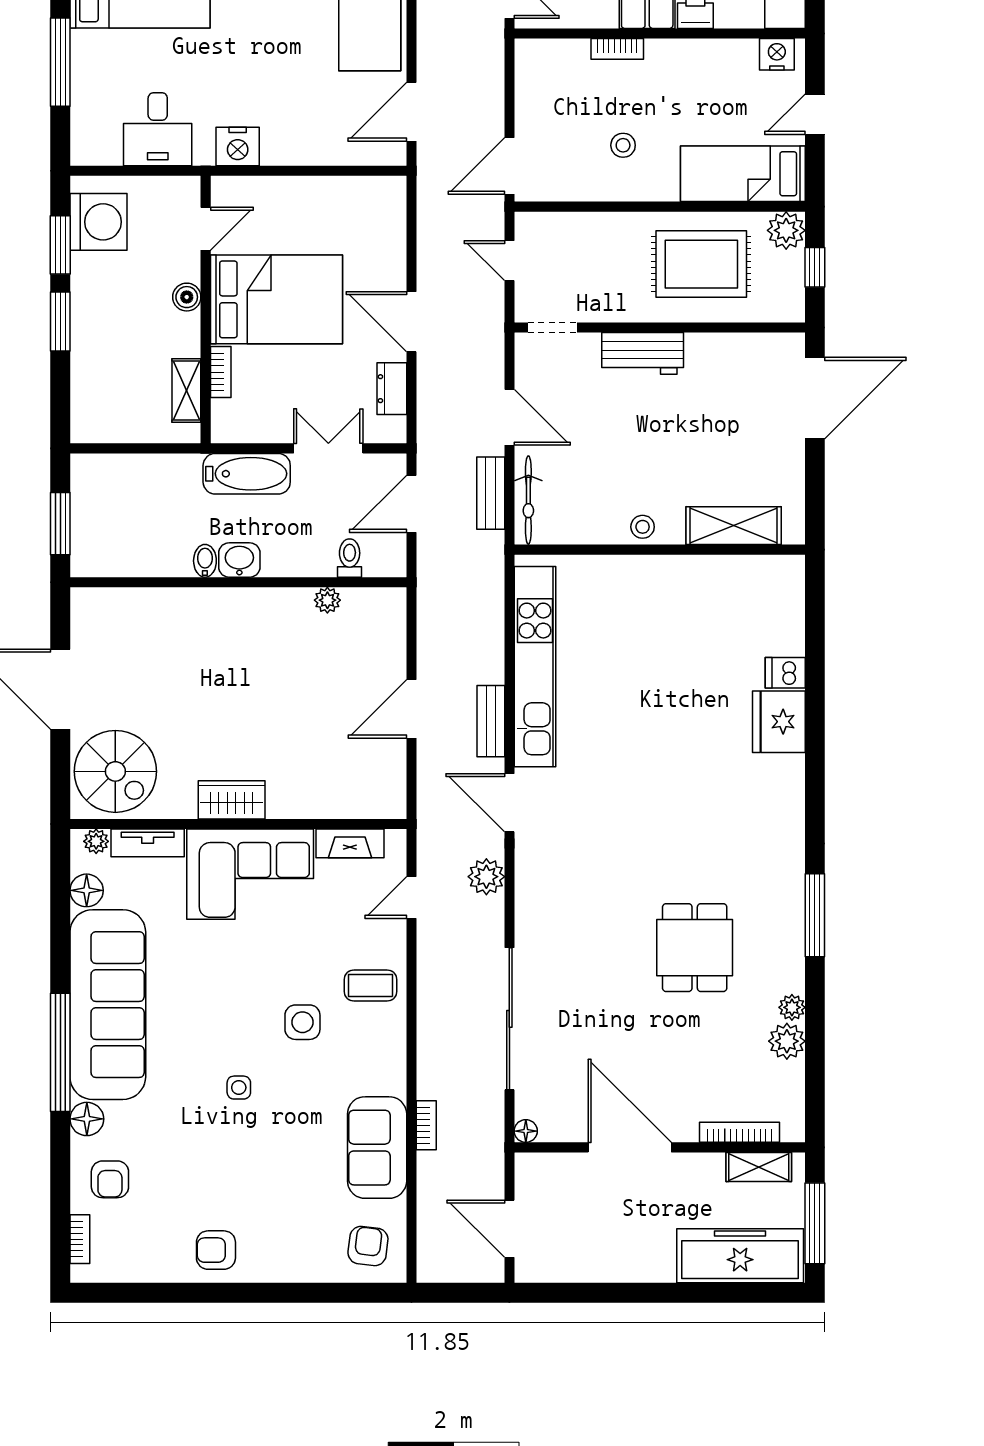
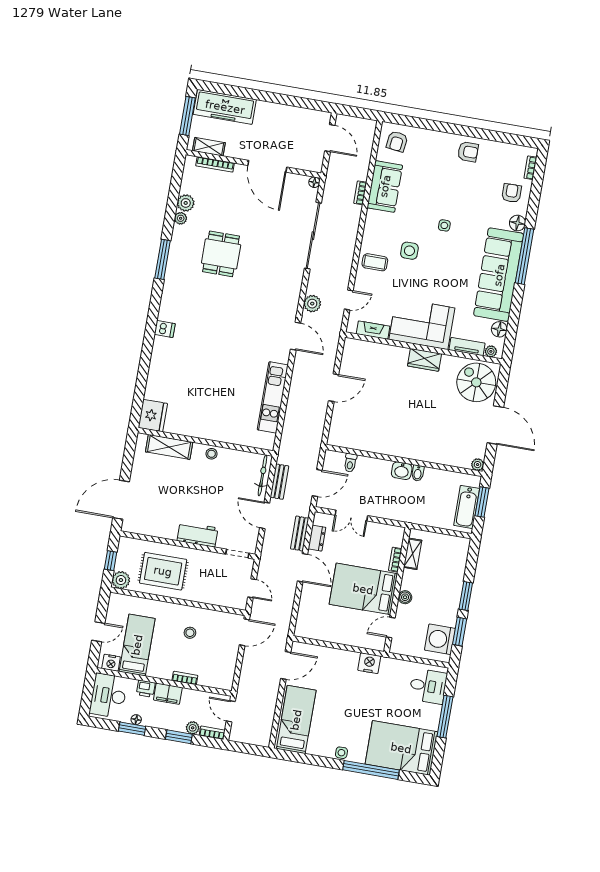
desk: (158, 129) -> (428, 686), moved, turned 90
bed: (743, 174) -> (137, 645), moved, turned -90
bathtub: (247, 474) -> (467, 507), moved, turned -90
plant: (327, 600) -> (478, 465), moved
kitchen unit: (535, 667) -> (273, 397), width x0.73
dishwasher: (785, 673) -> (165, 329), moved
bench: (491, 721) -> (300, 533), moved
fridge: (779, 722) -> (153, 416), moved

